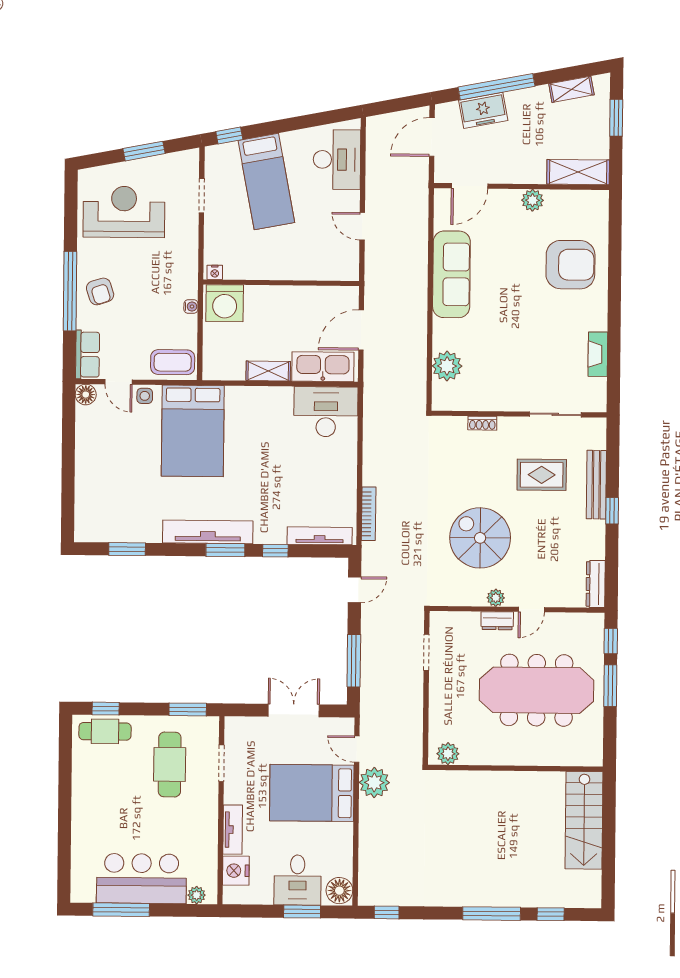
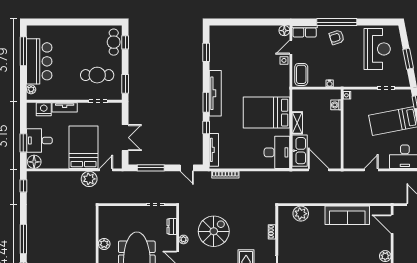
washing machine: (225, 303) -> (336, 105), width x0.53, depth x0.53
bed: (193, 431) -> (266, 113), moved
dresser: (497, 621) -> (172, 226), moved
plant: (448, 754) -> (104, 244), moved

